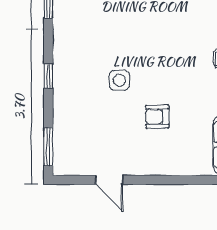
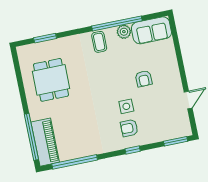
armchair: (84, 78) -> (129, 128), added

